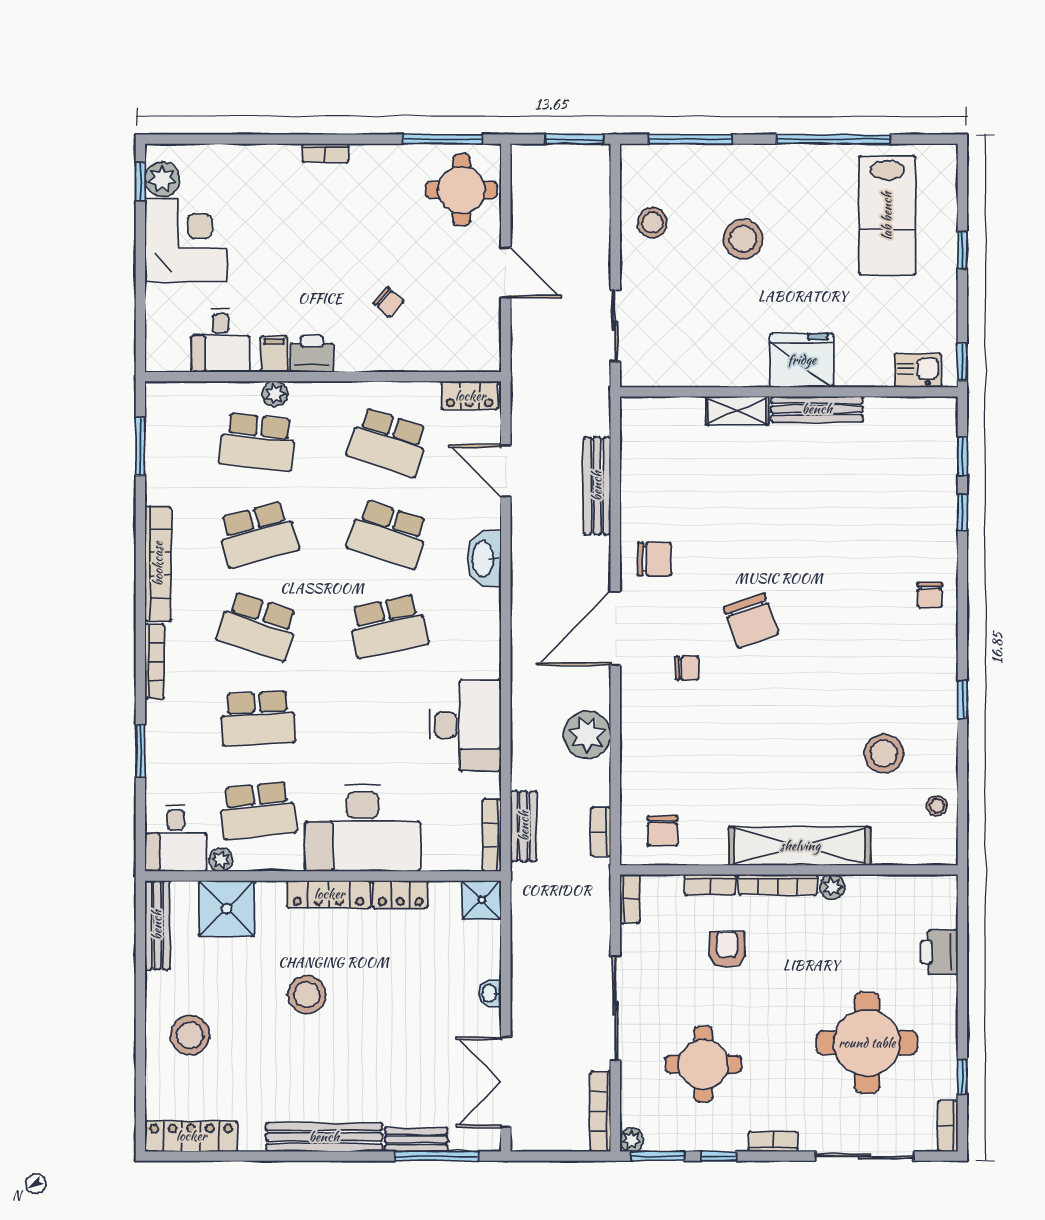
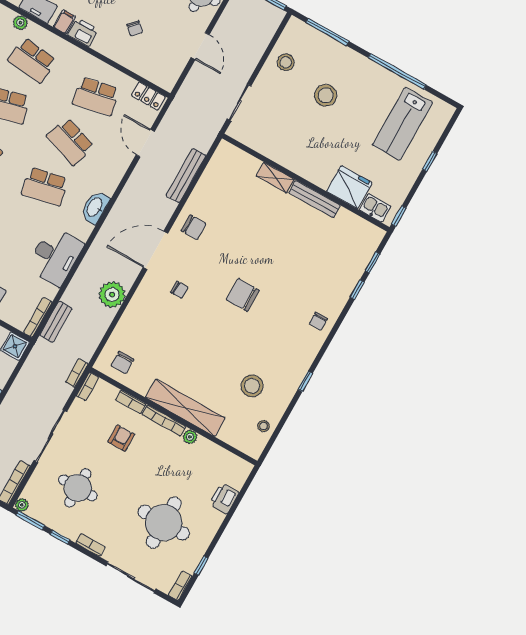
fridge: (802, 360) -> (349, 187), moved
plant: (275, 394) -> (20, 23), moved
school desk: (388, 442) -> (96, 96), turned -30
washbasin: (484, 559) -> (95, 207), moved
chair: (751, 621) -> (243, 295), moved, turned 110
bookcase: (601, 832) -> (77, 373), moved

